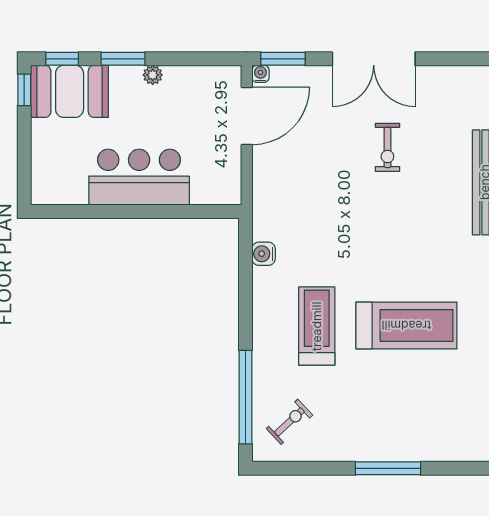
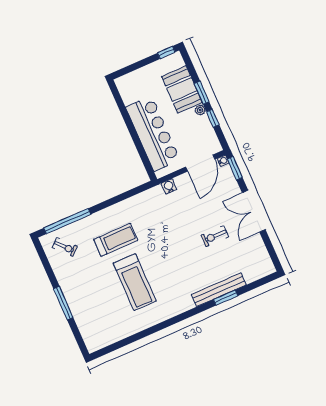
window: (62, 59) -> (213, 118), moved
booth: (70, 91) -> (182, 90), moved
door: (247, 116) -> (200, 163), hinge flipped
bar counter: (139, 177) -> (153, 134), width x1.36
water cooler: (264, 254) -> (169, 186), moved

